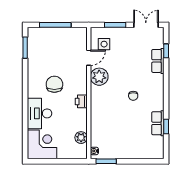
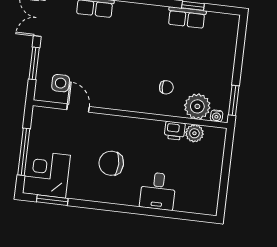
plant: (99, 77) -> (197, 106), moved
chair: (133, 96) -> (166, 87), moved
printer: (81, 101) -> (175, 131), moved
desk: (40, 113) -> (158, 191), width x0.73
corner desk: (42, 144) -> (46, 174), moved

